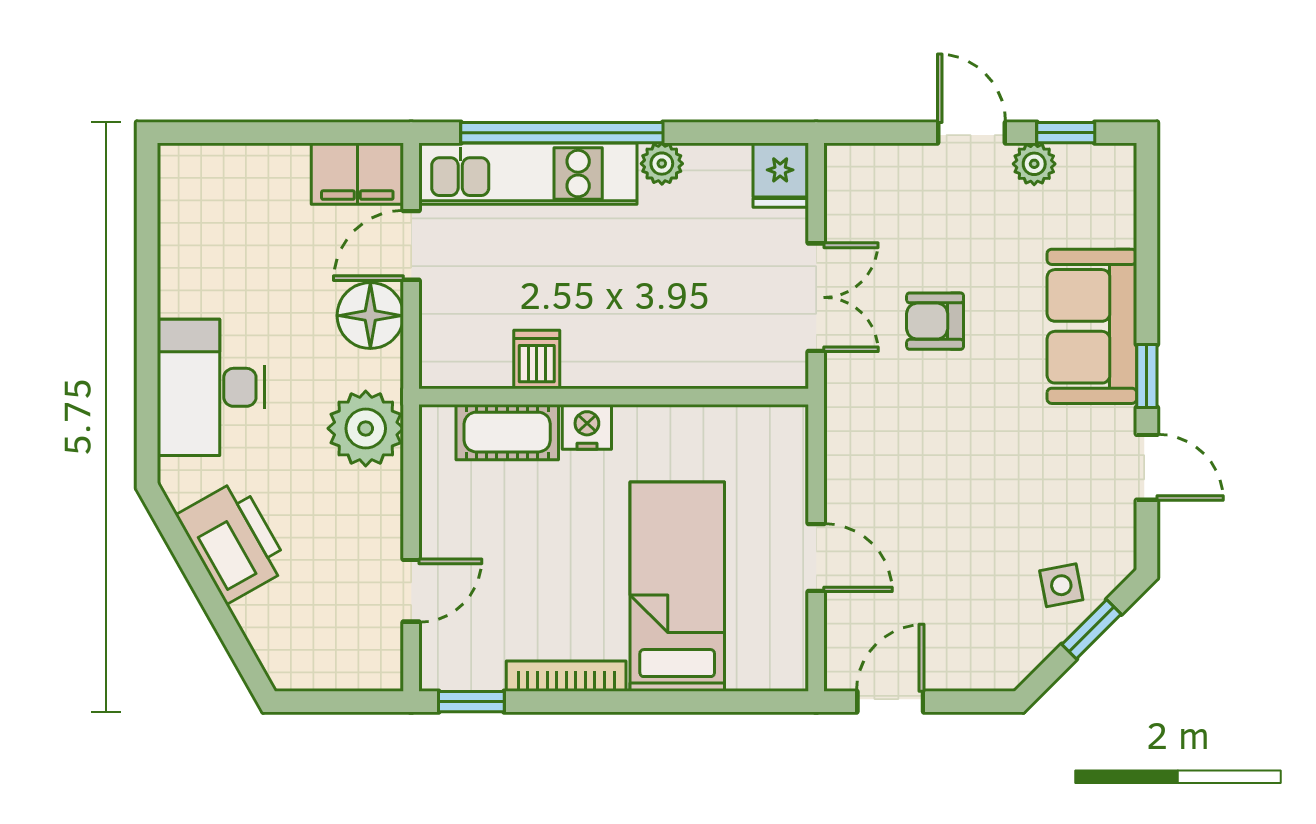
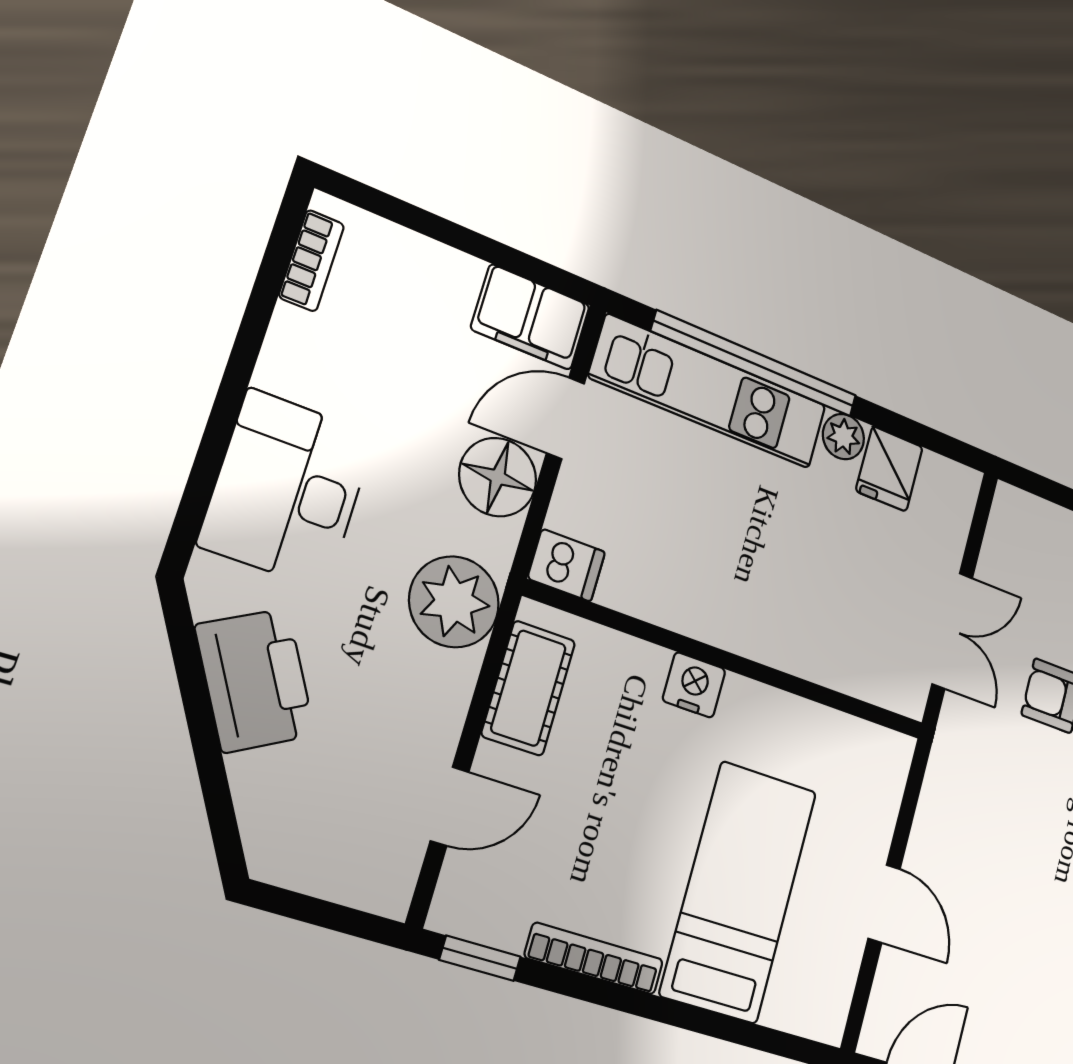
fridge: (780, 175) -> (889, 469), moved
bookcase: (173, 201) -> (312, 261), added
dishwasher: (537, 360) -> (566, 565), moved, turned 90
cot: (507, 432) -> (528, 688), moved, turned 90

